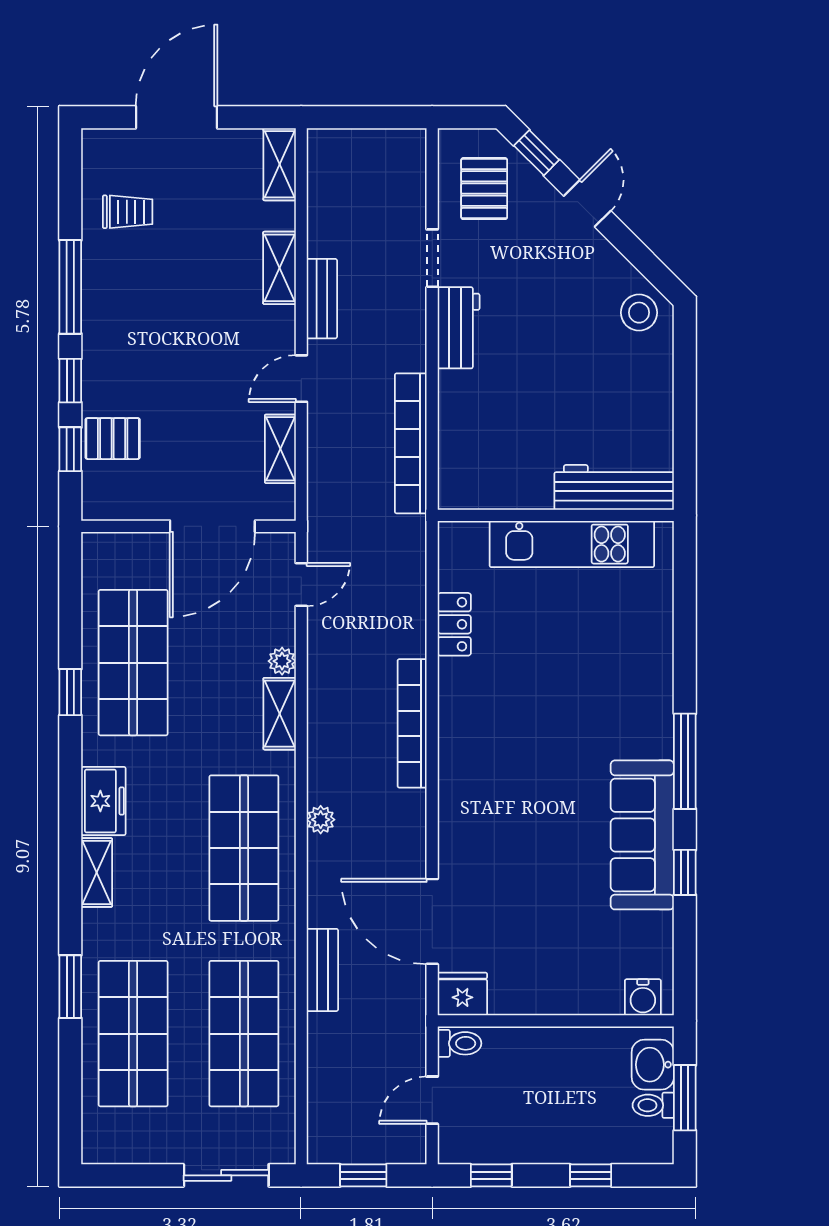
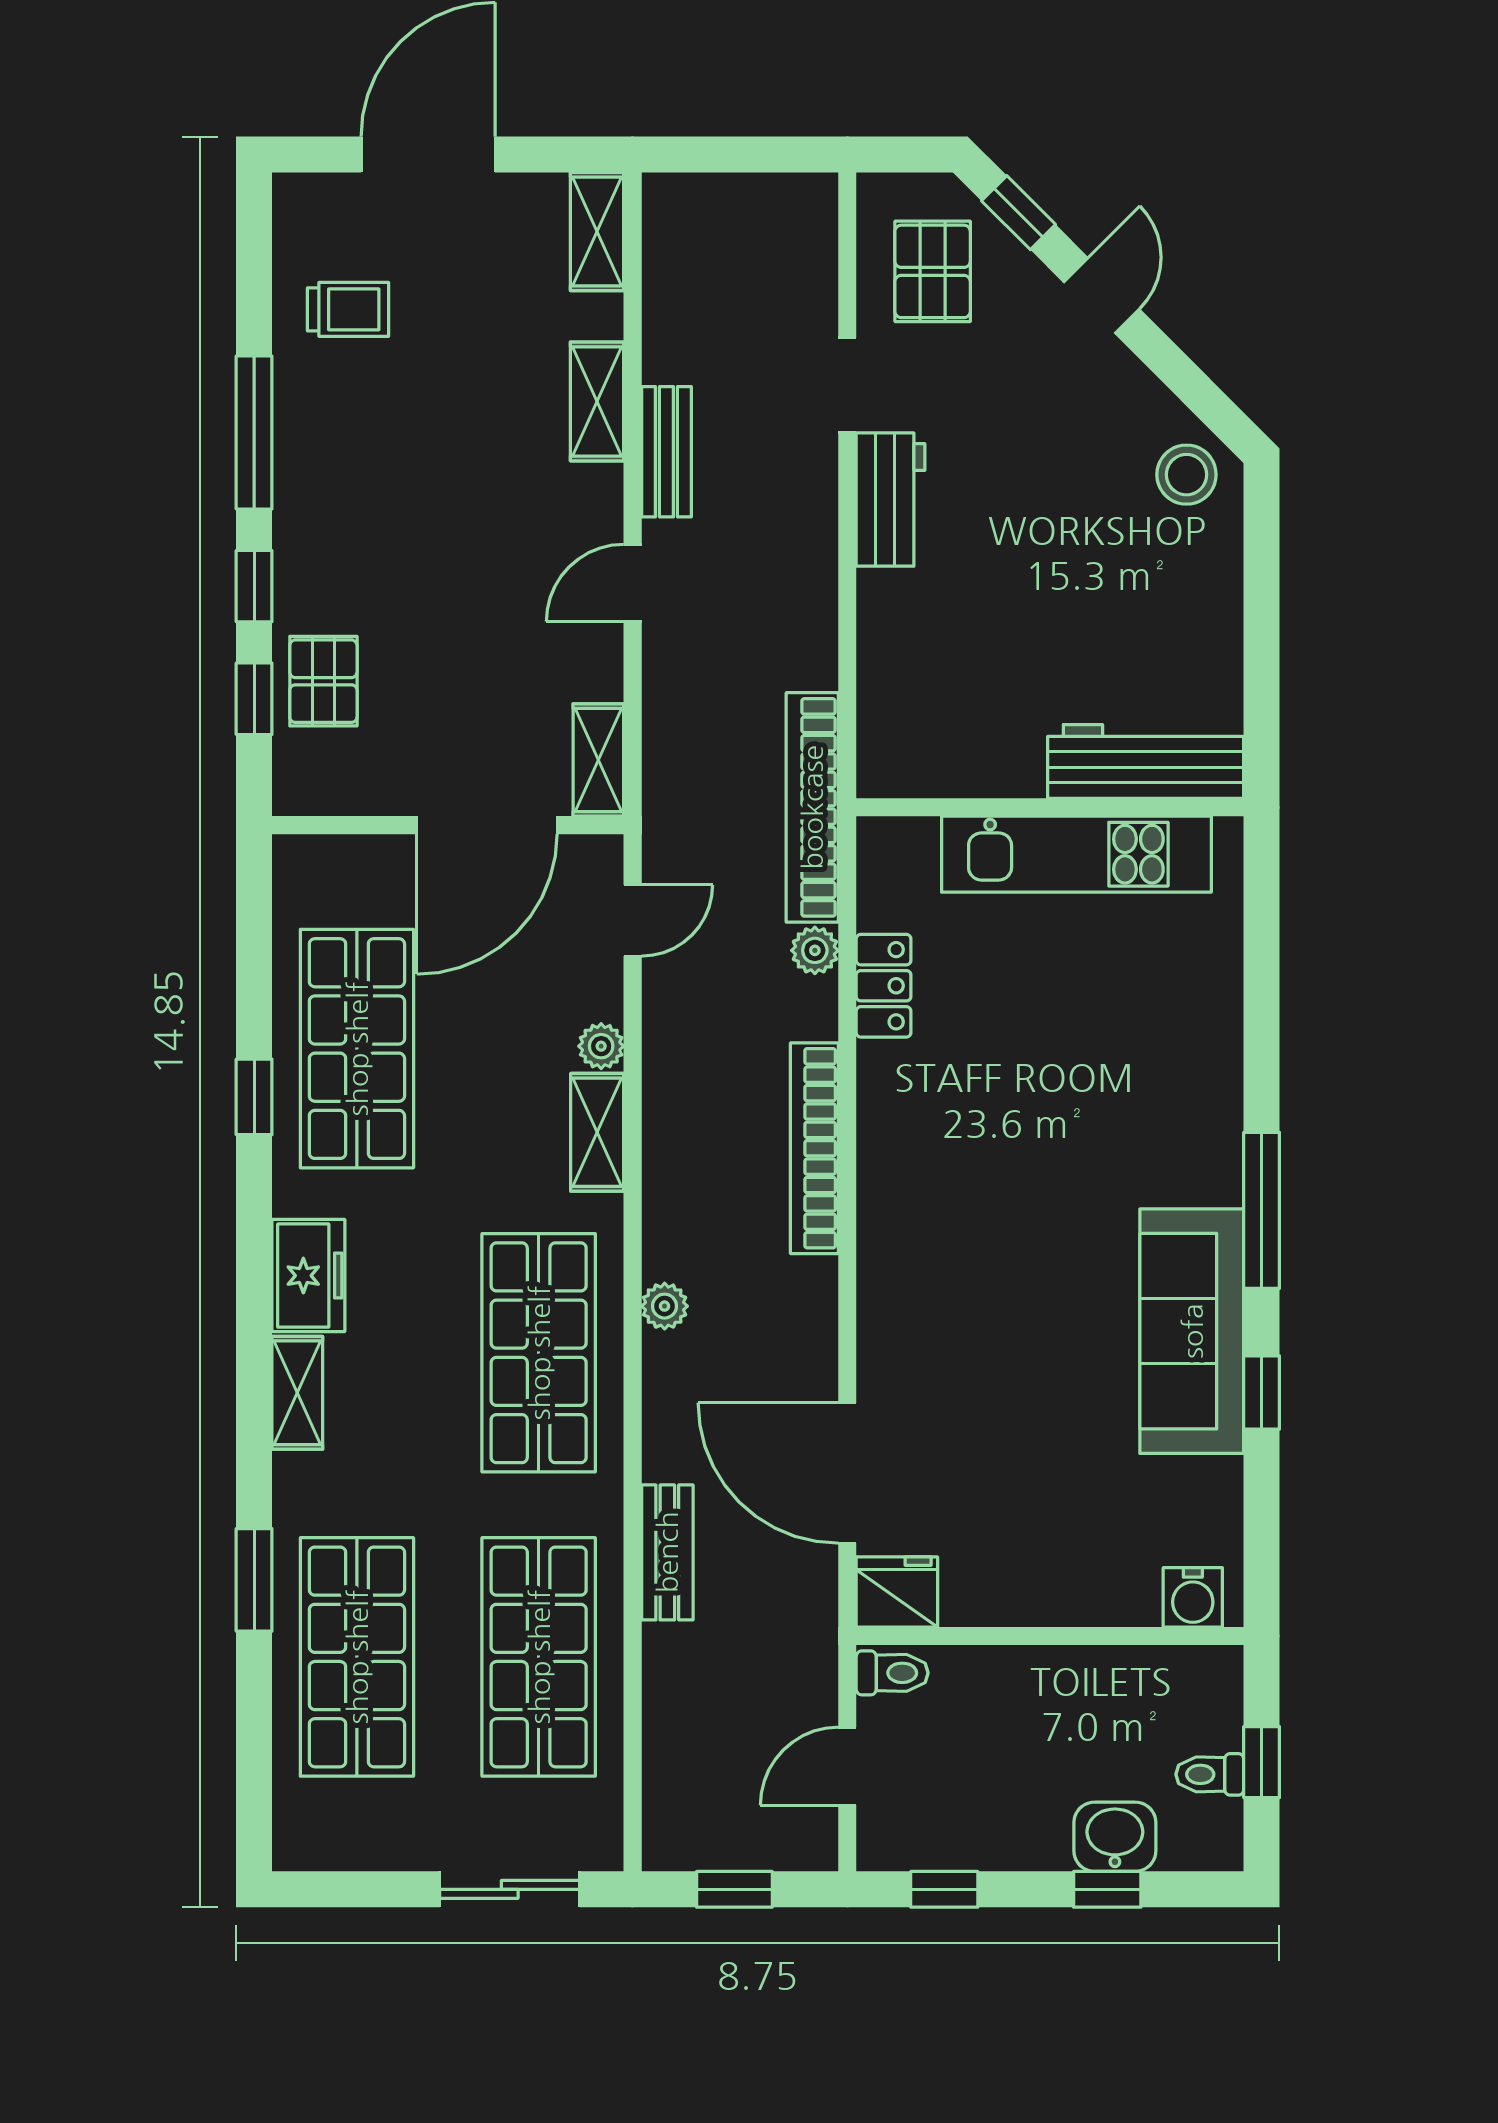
pallet: (113, 439) -> (323, 681), turned 90
bookcase: (411, 443) -> (812, 807), moved
shelving: (280, 449) -> (598, 760), moved
plant: (412, 603) -> (815, 950), added
washbasin: (653, 1065) -> (1115, 1837), moved, turned 90
window: (685, 1098) -> (1262, 1762), width x0.67

